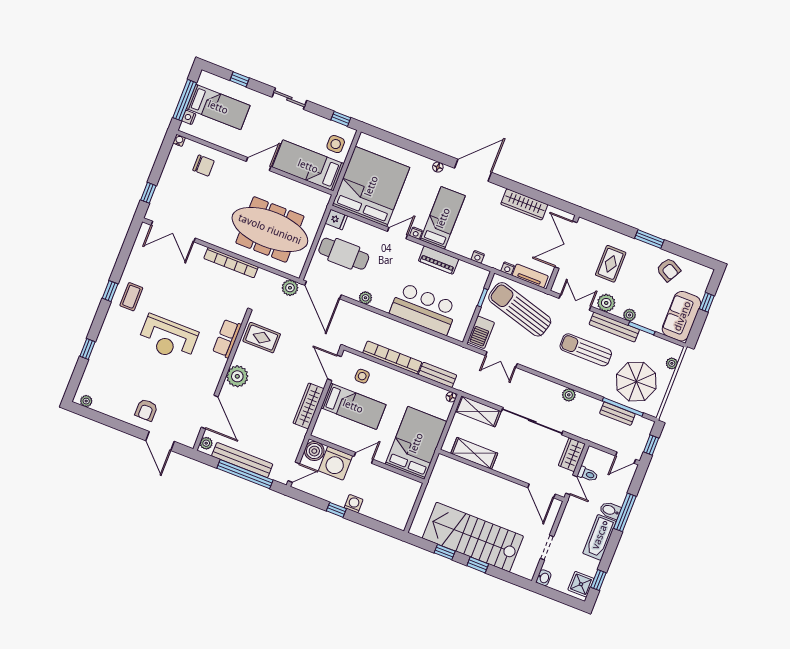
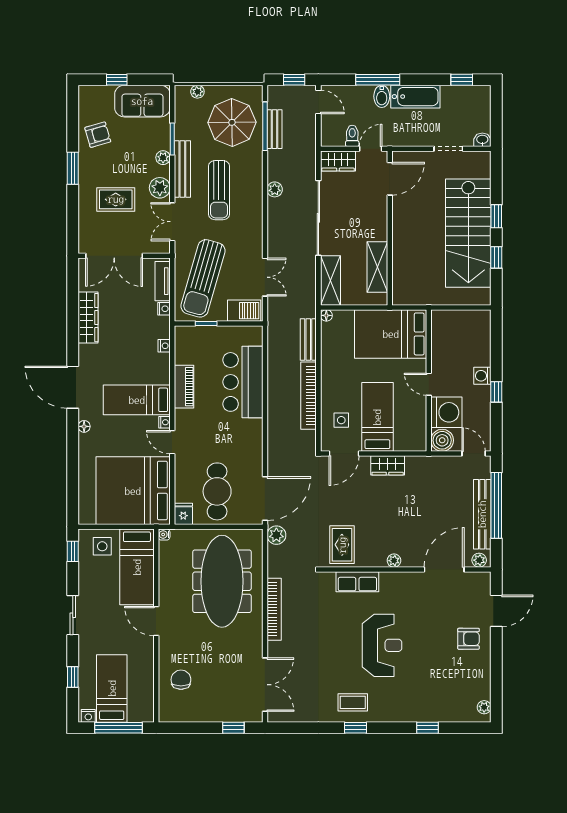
nightstand: (189, 117) -> (88, 716), moved
water cooler: (179, 140) -> (164, 534), moved
armchair: (668, 270) -> (98, 135), turned 45
plant: (365, 298) -> (255, 450), removed
plant: (237, 376) -> (394, 561), width x0.53, depth x0.53
wardrobe: (309, 406) -> (388, 465), width x0.67
shower: (581, 584) -> (474, 97), removed

